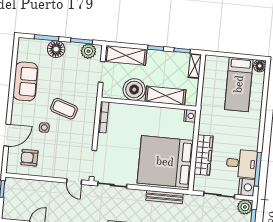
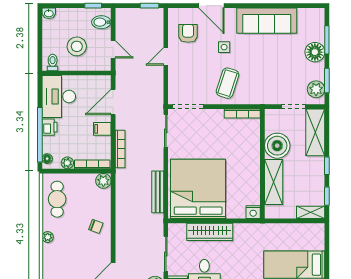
sofa: (25, 81) -> (267, 21), width x1.36
coffee table: (64, 109) -> (228, 83), moved
door: (74, 181) -> (166, 56), moved

